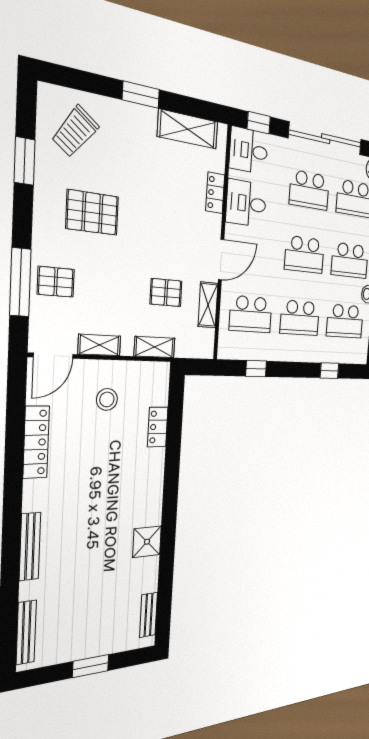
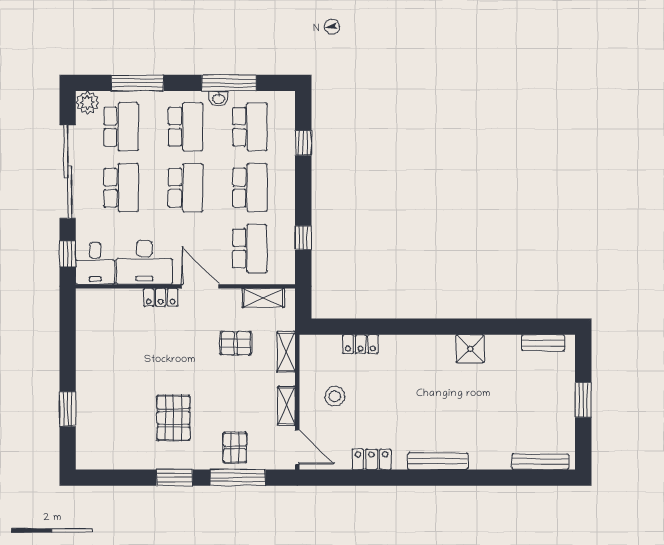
window: (141, 95) -> (68, 409), moved
shelving: (188, 129) -> (88, 330), removed
trolley: (75, 132) -> (110, 436), removed
window: (25, 161) -> (175, 478), moved
locker: (215, 193) -> (161, 297), moved
desk: (246, 203) -> (144, 262), width x1.37
pallet: (166, 292) -> (236, 343), turned 90
shelving: (208, 305) -> (263, 298), moved
locker: (36, 442) -> (372, 459), width x0.66
bench: (30, 547) -> (438, 461), moved

